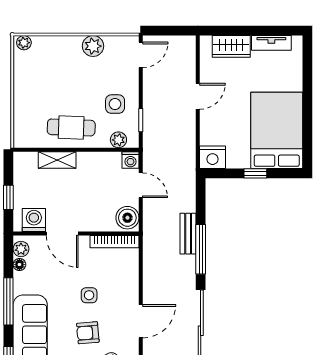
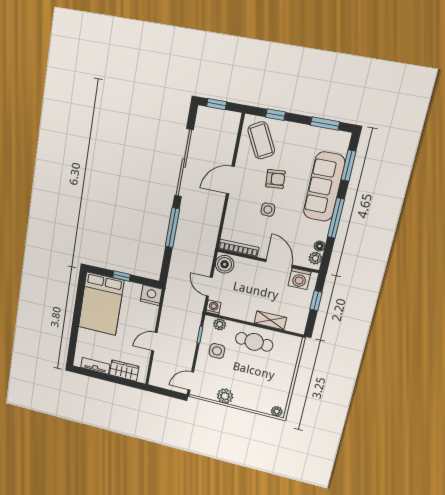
bench: (188, 234) -> (180, 242), removed

